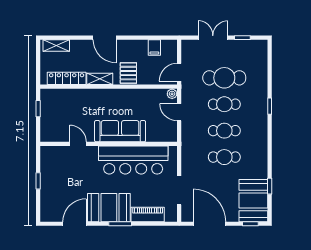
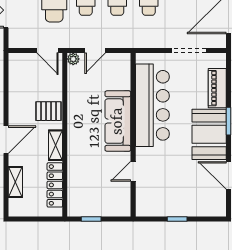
shelving: (56, 45) -> (15, 182), moved
filing cabinet: (154, 47) -> (18, 80), removed

